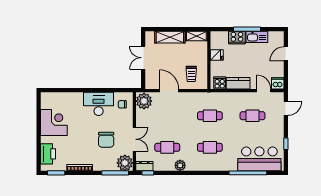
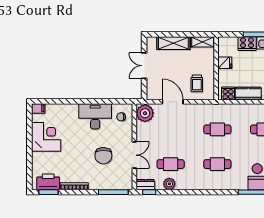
filing cabinet: (47, 97) -> (38, 108), added
printer: (48, 154) -> (48, 182), moved, turned -90
plant: (125, 163) -> (124, 181), removed
plant: (180, 165) -> (169, 184), moved

